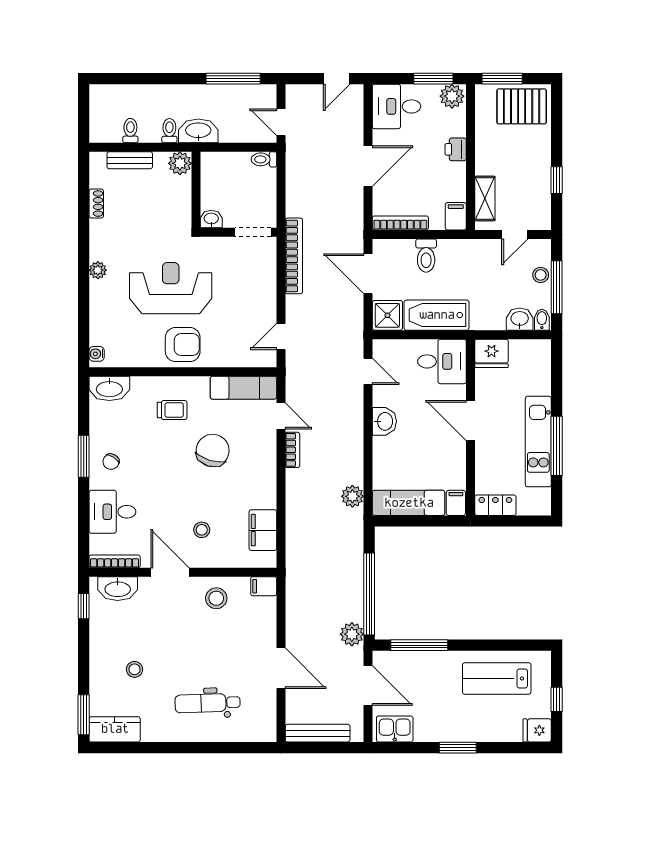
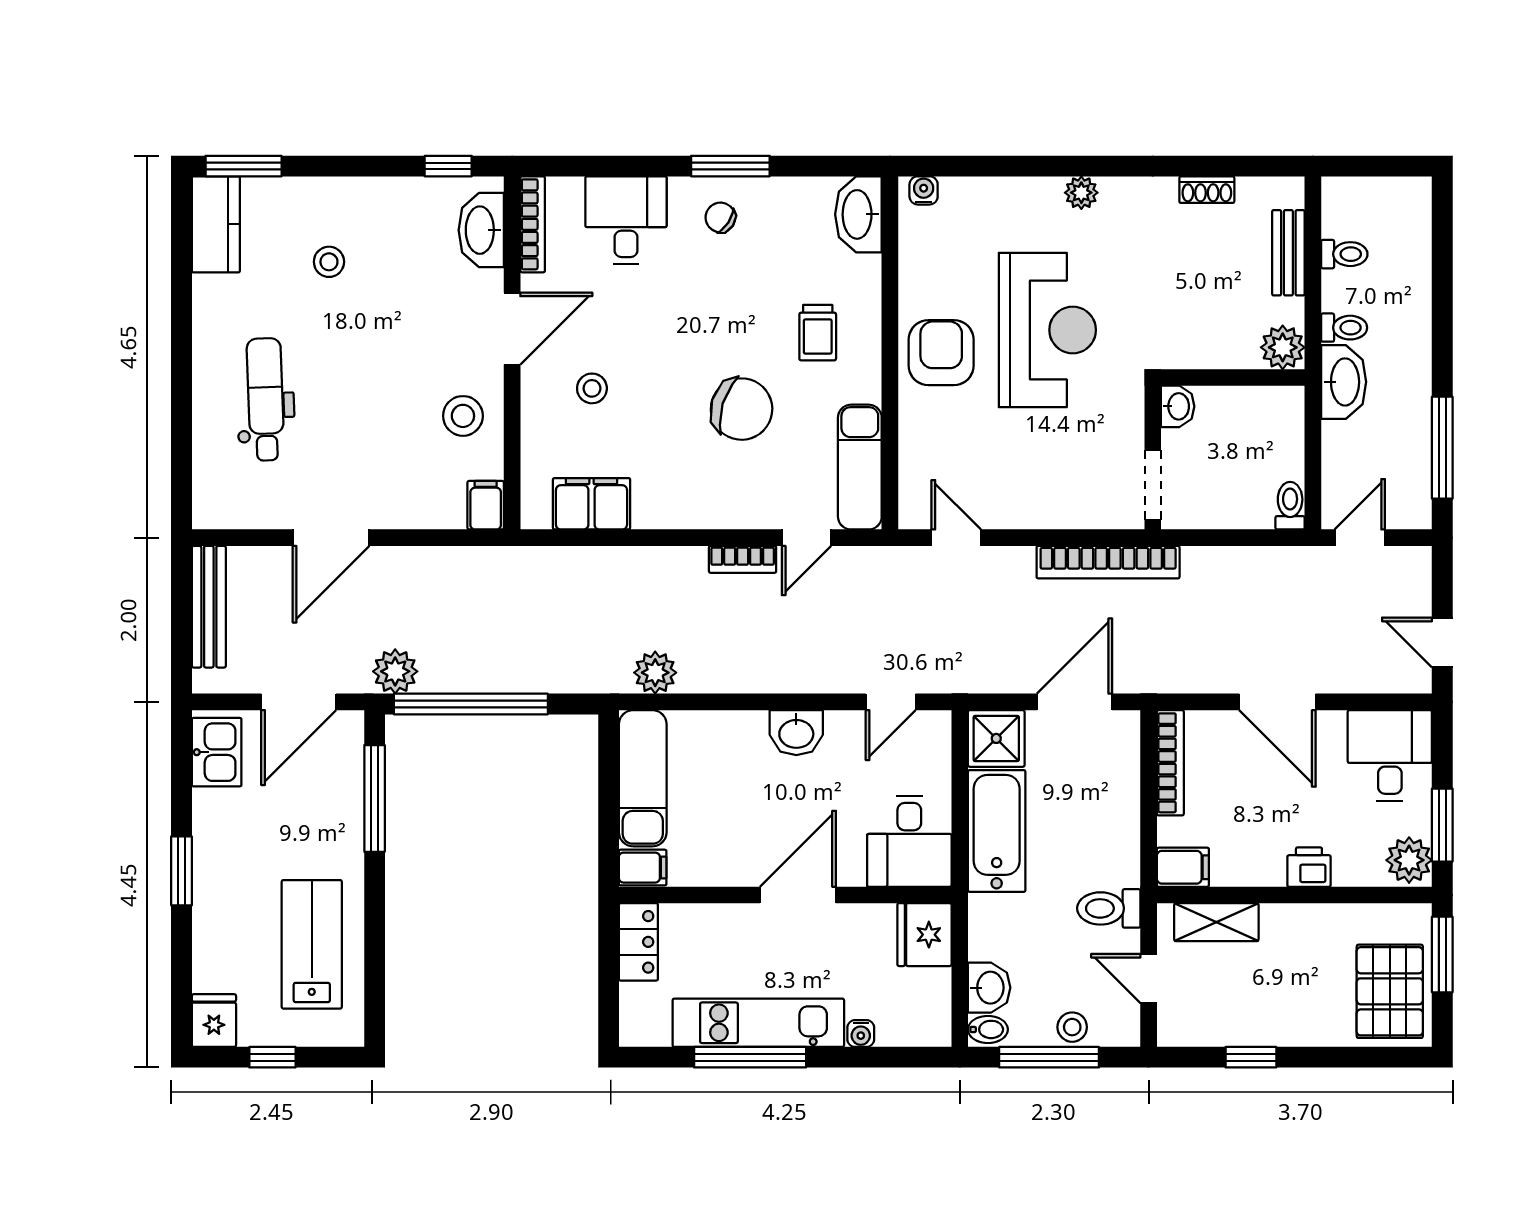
toilet: (426, 256) -> (1109, 908), moved
armchair: (183, 345) -> (941, 353), turned 180
water cooler: (544, 387) -> (861, 1033), added

